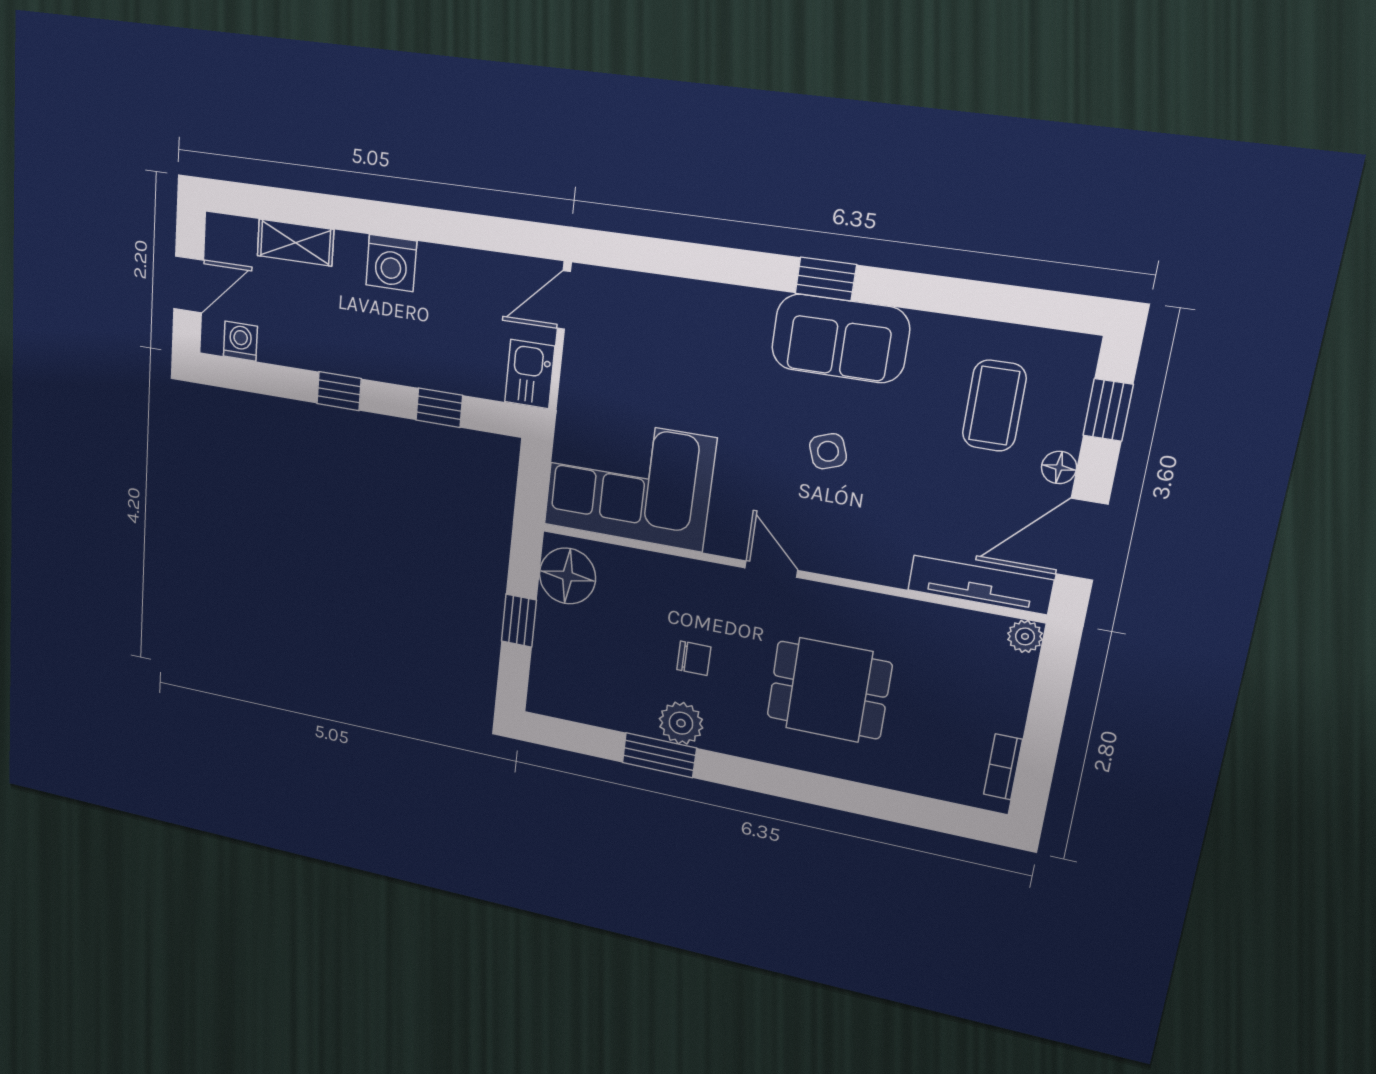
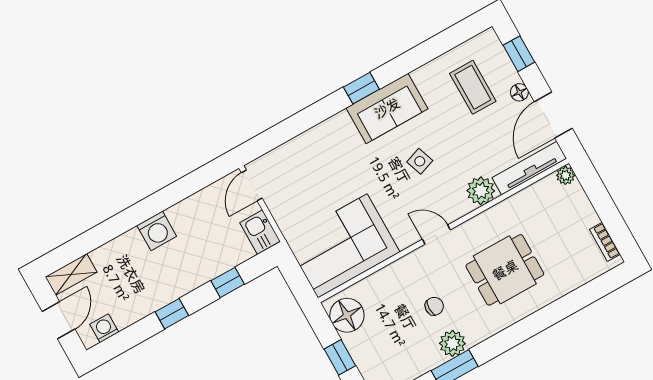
shelving: (295, 243) -> (71, 274), moved
plant: (883, 560) -> (481, 191), added

